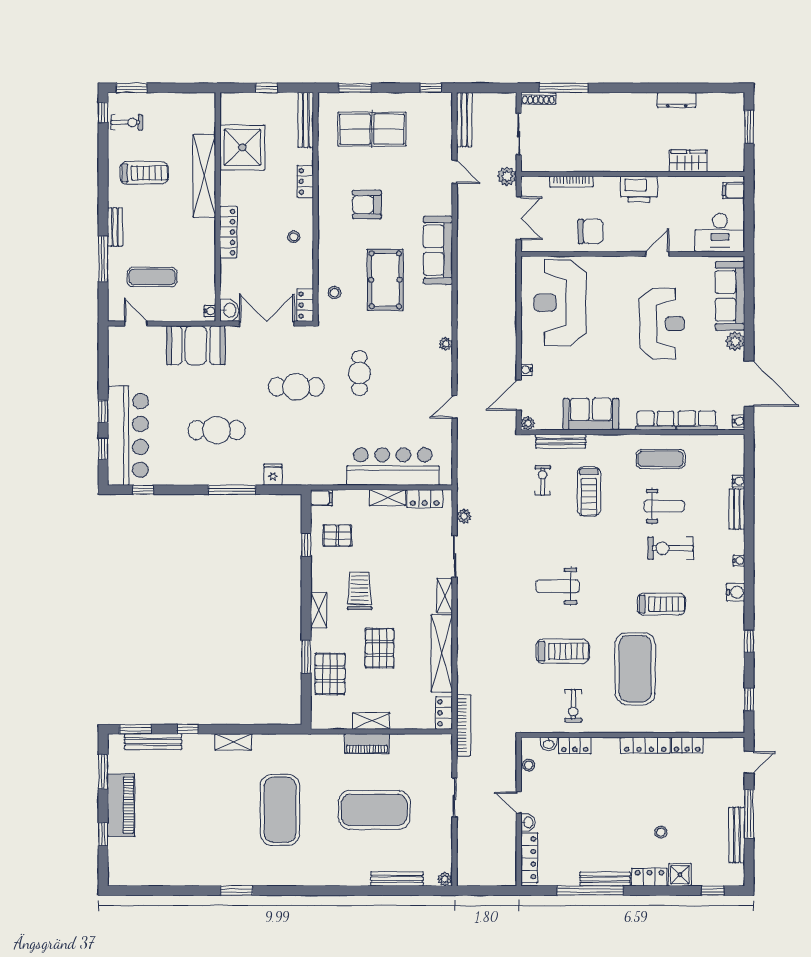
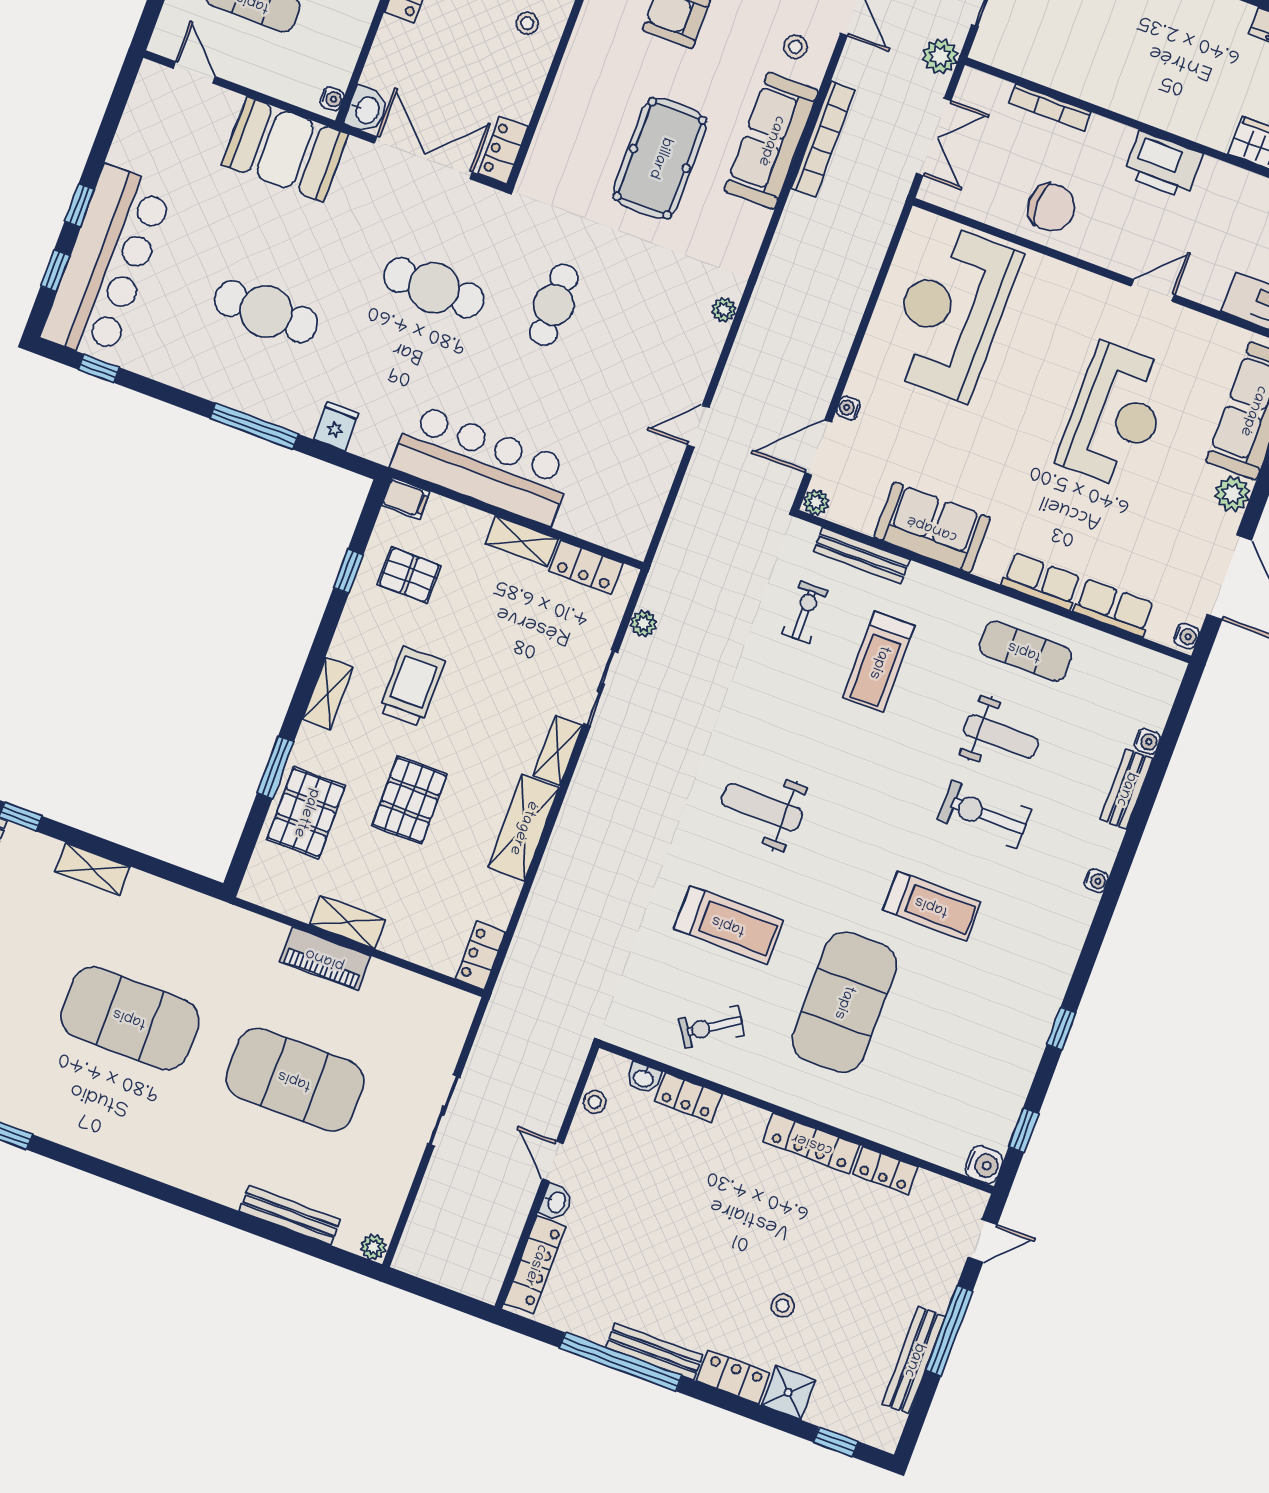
stool: (334, 293) -> (795, 47), moved
bar counter: (393, 467) -> (482, 465), moved
water cooler: (736, 592) -> (984, 1165), moved
shelving: (442, 653) -> (523, 828), width x0.68
exercise bike: (573, 706) -> (711, 1027), turned 57
bookcase: (464, 725) -> (823, 139), moved
exercise mat: (280, 810) -> (130, 1018), turned 90

